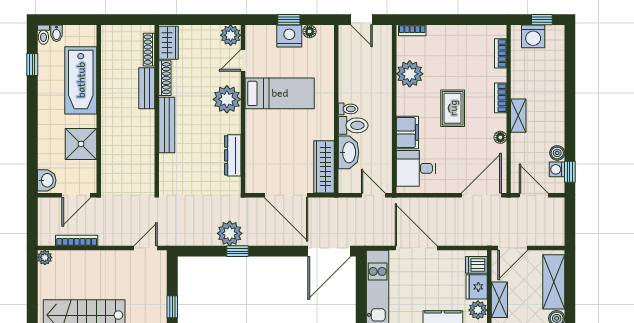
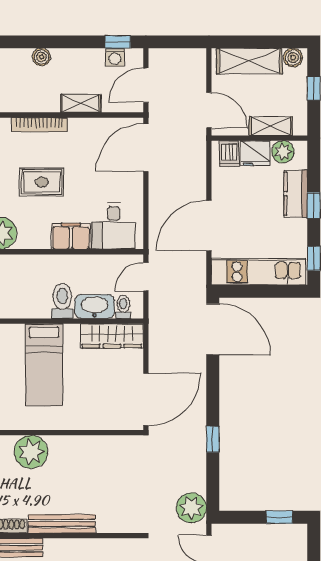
bed: (280, 93) -> (44, 365), moved, turned 180
bookcase: (501, 98) -> (39, 125), width x1.56
toilet: (348, 109) -> (123, 307), moved
shelving: (518, 116) -> (81, 103), moved
floor lamp: (500, 137) -> (77, 125), removed
boiler: (557, 153) -> (41, 57), moved
dresser: (233, 155) -> (98, 445), removed
door: (286, 195) -> (146, 399), moved
door: (481, 195) -> (146, 148), hinge flipped
plant: (230, 233) -> (191, 508), moved

